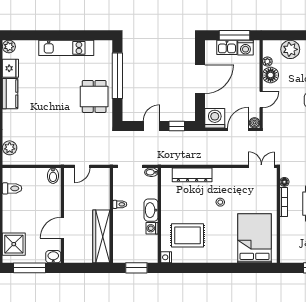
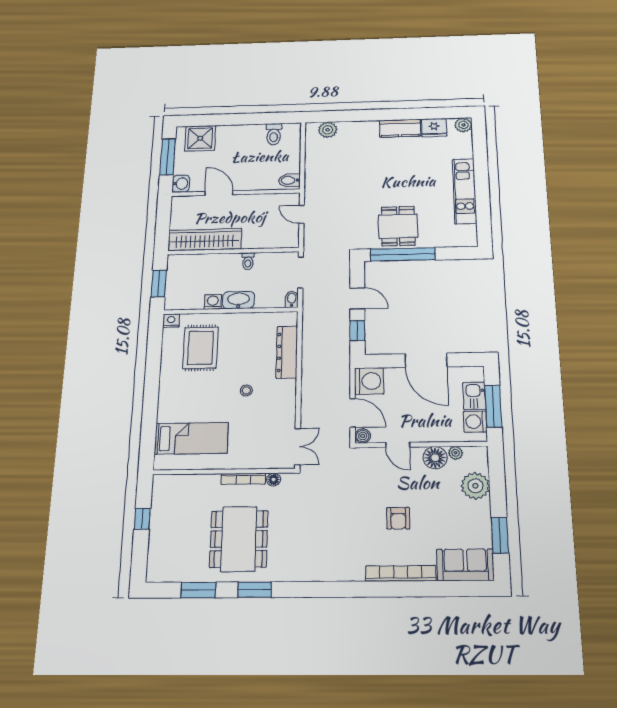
window: (117, 76) -> (403, 254), moved
dining table: (94, 96) -> (398, 226), turned 90
bed: (255, 238) -> (191, 438), width x0.67

